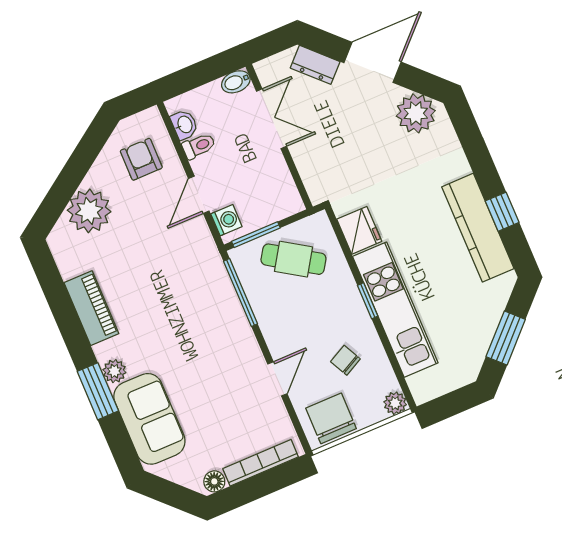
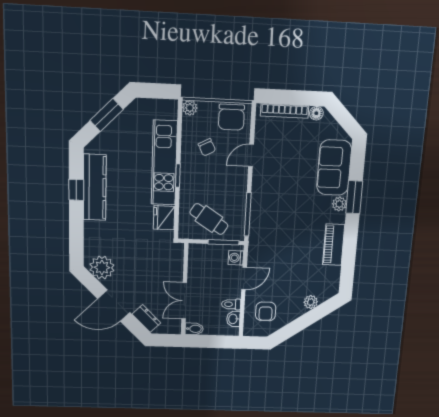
plant: (89, 211) -> (311, 302), width x0.53, depth x0.53

